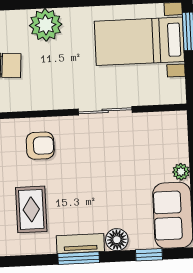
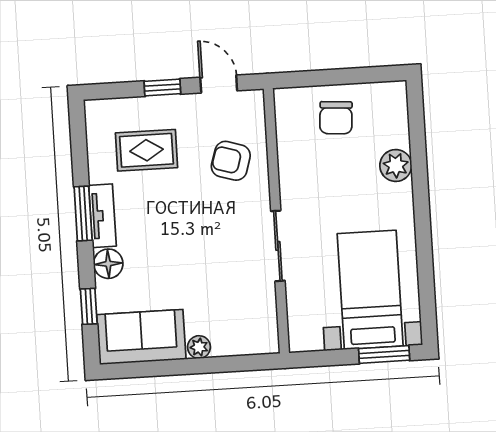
plant: (46, 25) -> (396, 165), width x0.73, depth x0.73
armchair: (40, 146) -> (231, 161), turned 107

